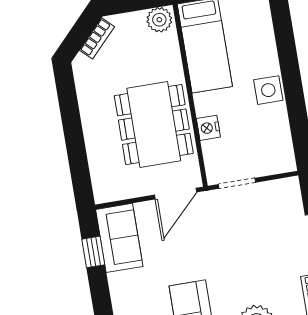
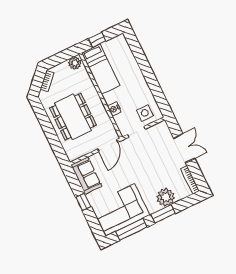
side table: (268, 90) -> (145, 113), moved
dining table: (154, 125) -> (73, 117), moved
window: (93, 252) -> (83, 202), moved

